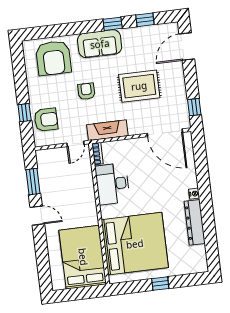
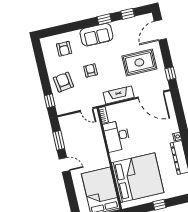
armchair: (53, 58) -> (64, 49), width x0.53, depth x0.53
rug: (139, 86) -> (139, 62), moved
window: (25, 113) -> (50, 101), moved
armchair: (46, 120) -> (63, 82), moved, turned -98
fireplace: (107, 130) -> (119, 95), moved
door: (75, 144) -> (87, 110), hinge flipped

